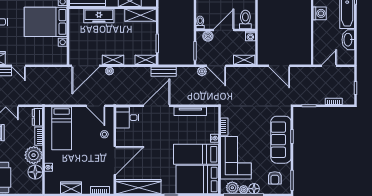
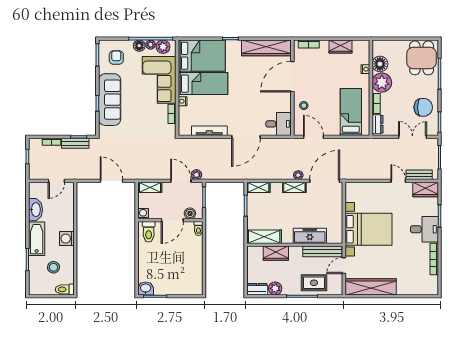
bench: (164, 72) -> (75, 143), moved

